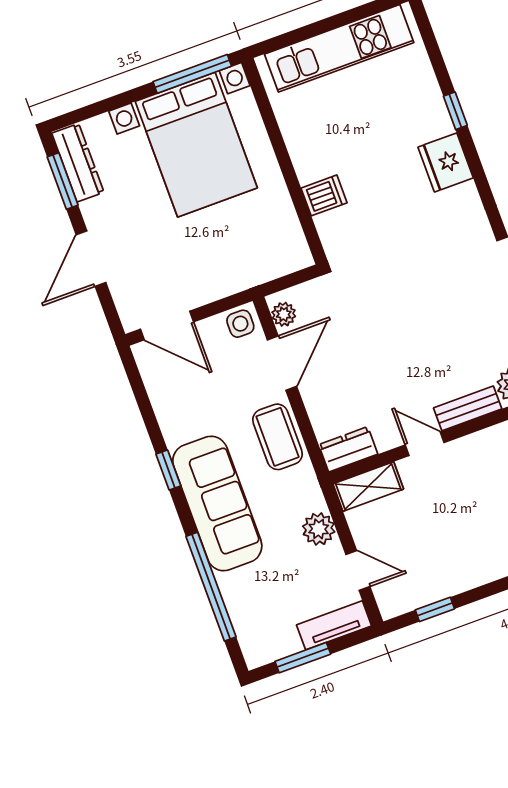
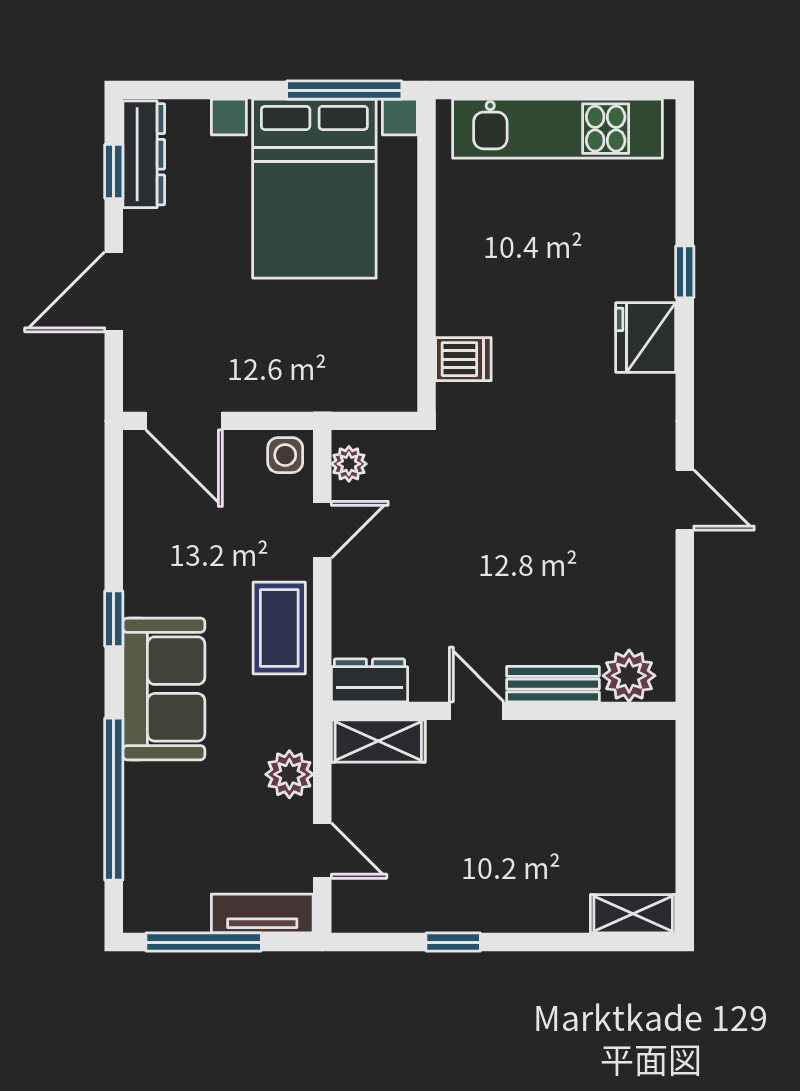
window: (63, 181) -> (114, 172), width x0.67
dishwasher: (324, 195) -> (463, 359), moved
door: (282, 363) -> (322, 530), width x0.73
sofa: (217, 504) -> (164, 689), width x0.73
window: (435, 609) -> (453, 942), moved
window: (303, 658) -> (204, 942), width x1.44

